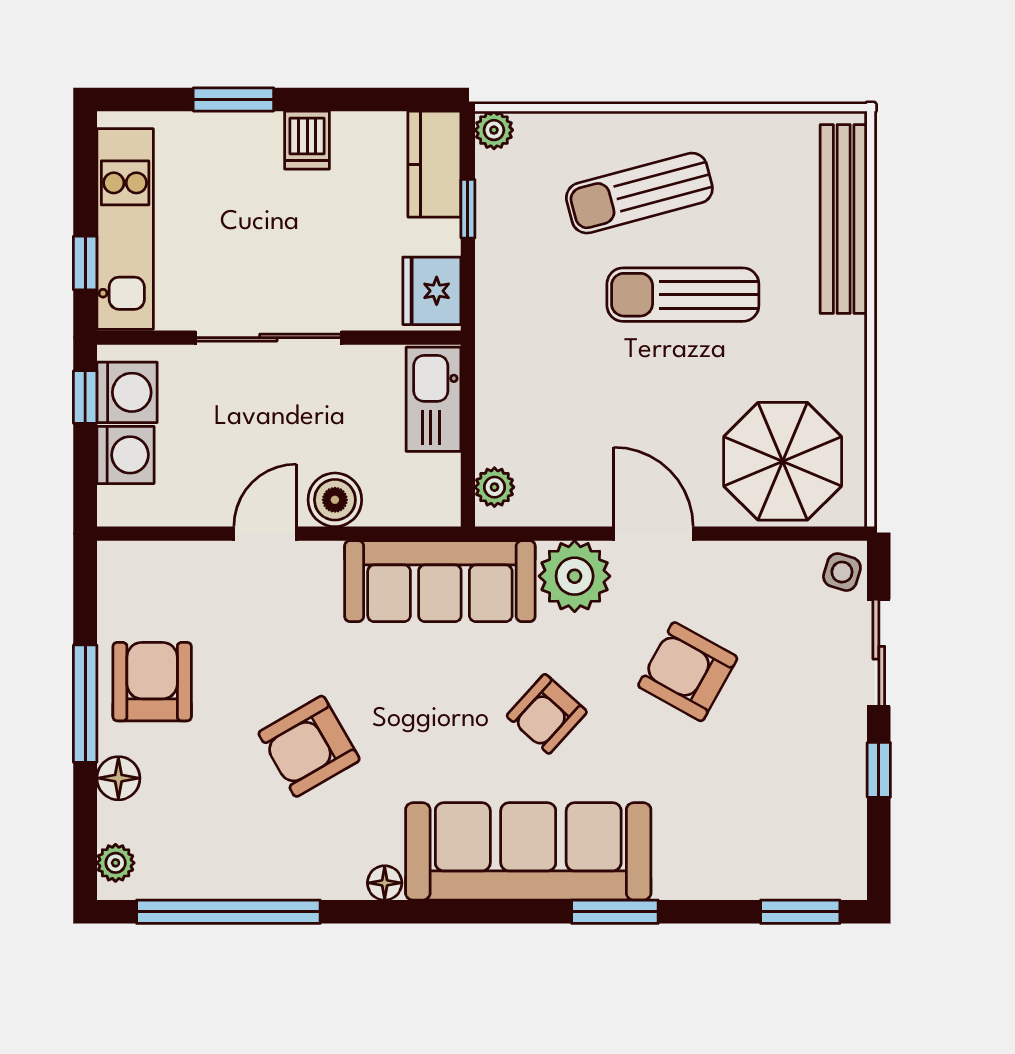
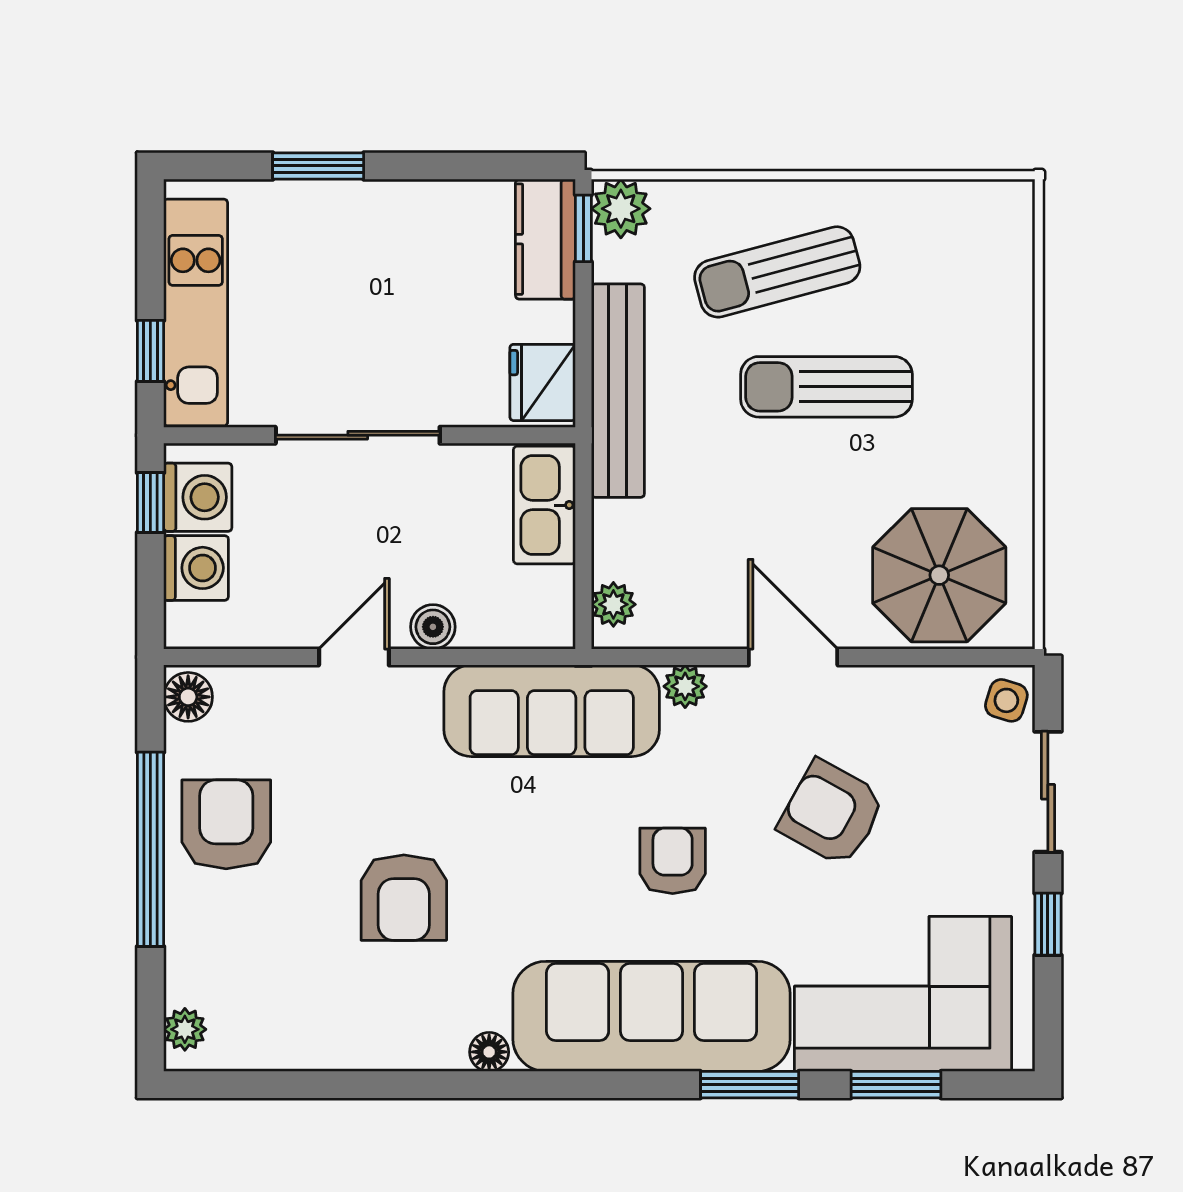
plant: (494, 130) -> (621, 209), width x1.38, depth x1.38
dishwasher: (307, 140) -> (401, 212), removed
window: (468, 209) -> (583, 228), moved
bench: (844, 219) -> (618, 391), moved
boiler: (335, 500) -> (433, 627), width x0.73, depth x0.73
plant: (575, 576) -> (685, 686), width x0.53, depth x0.53
window: (85, 704) -> (150, 849), width x1.46
armchair: (547, 714) -> (673, 861), turned 138
armchair: (309, 746) -> (404, 898), turned -60
floor lamp: (118, 778) -> (188, 697), moved
corner sofa: (751, 832) -> (903, 994), added
window: (228, 912) -> (312, 1085), removed
window: (800, 912) -> (896, 1085), moved

